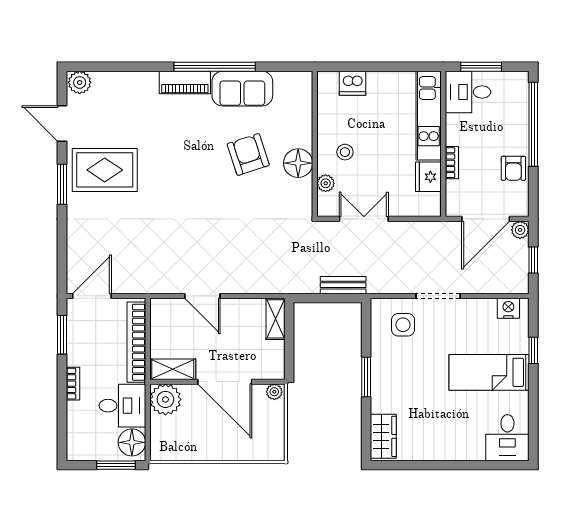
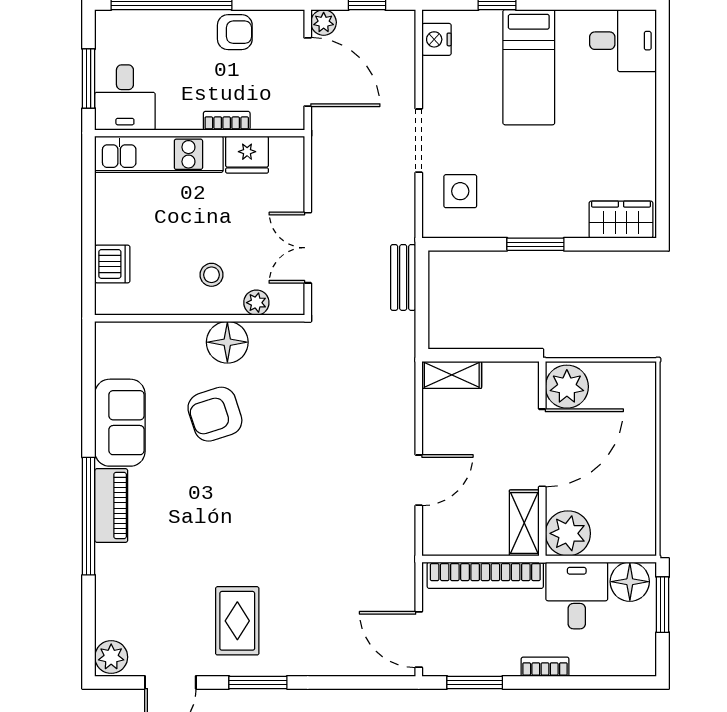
window: (215, 67) -> (89, 516), moved
rug: (105, 170) -> (237, 621), width x0.73, depth x0.70
plant: (274, 392) -> (567, 387), width x1.87, depth x1.87

